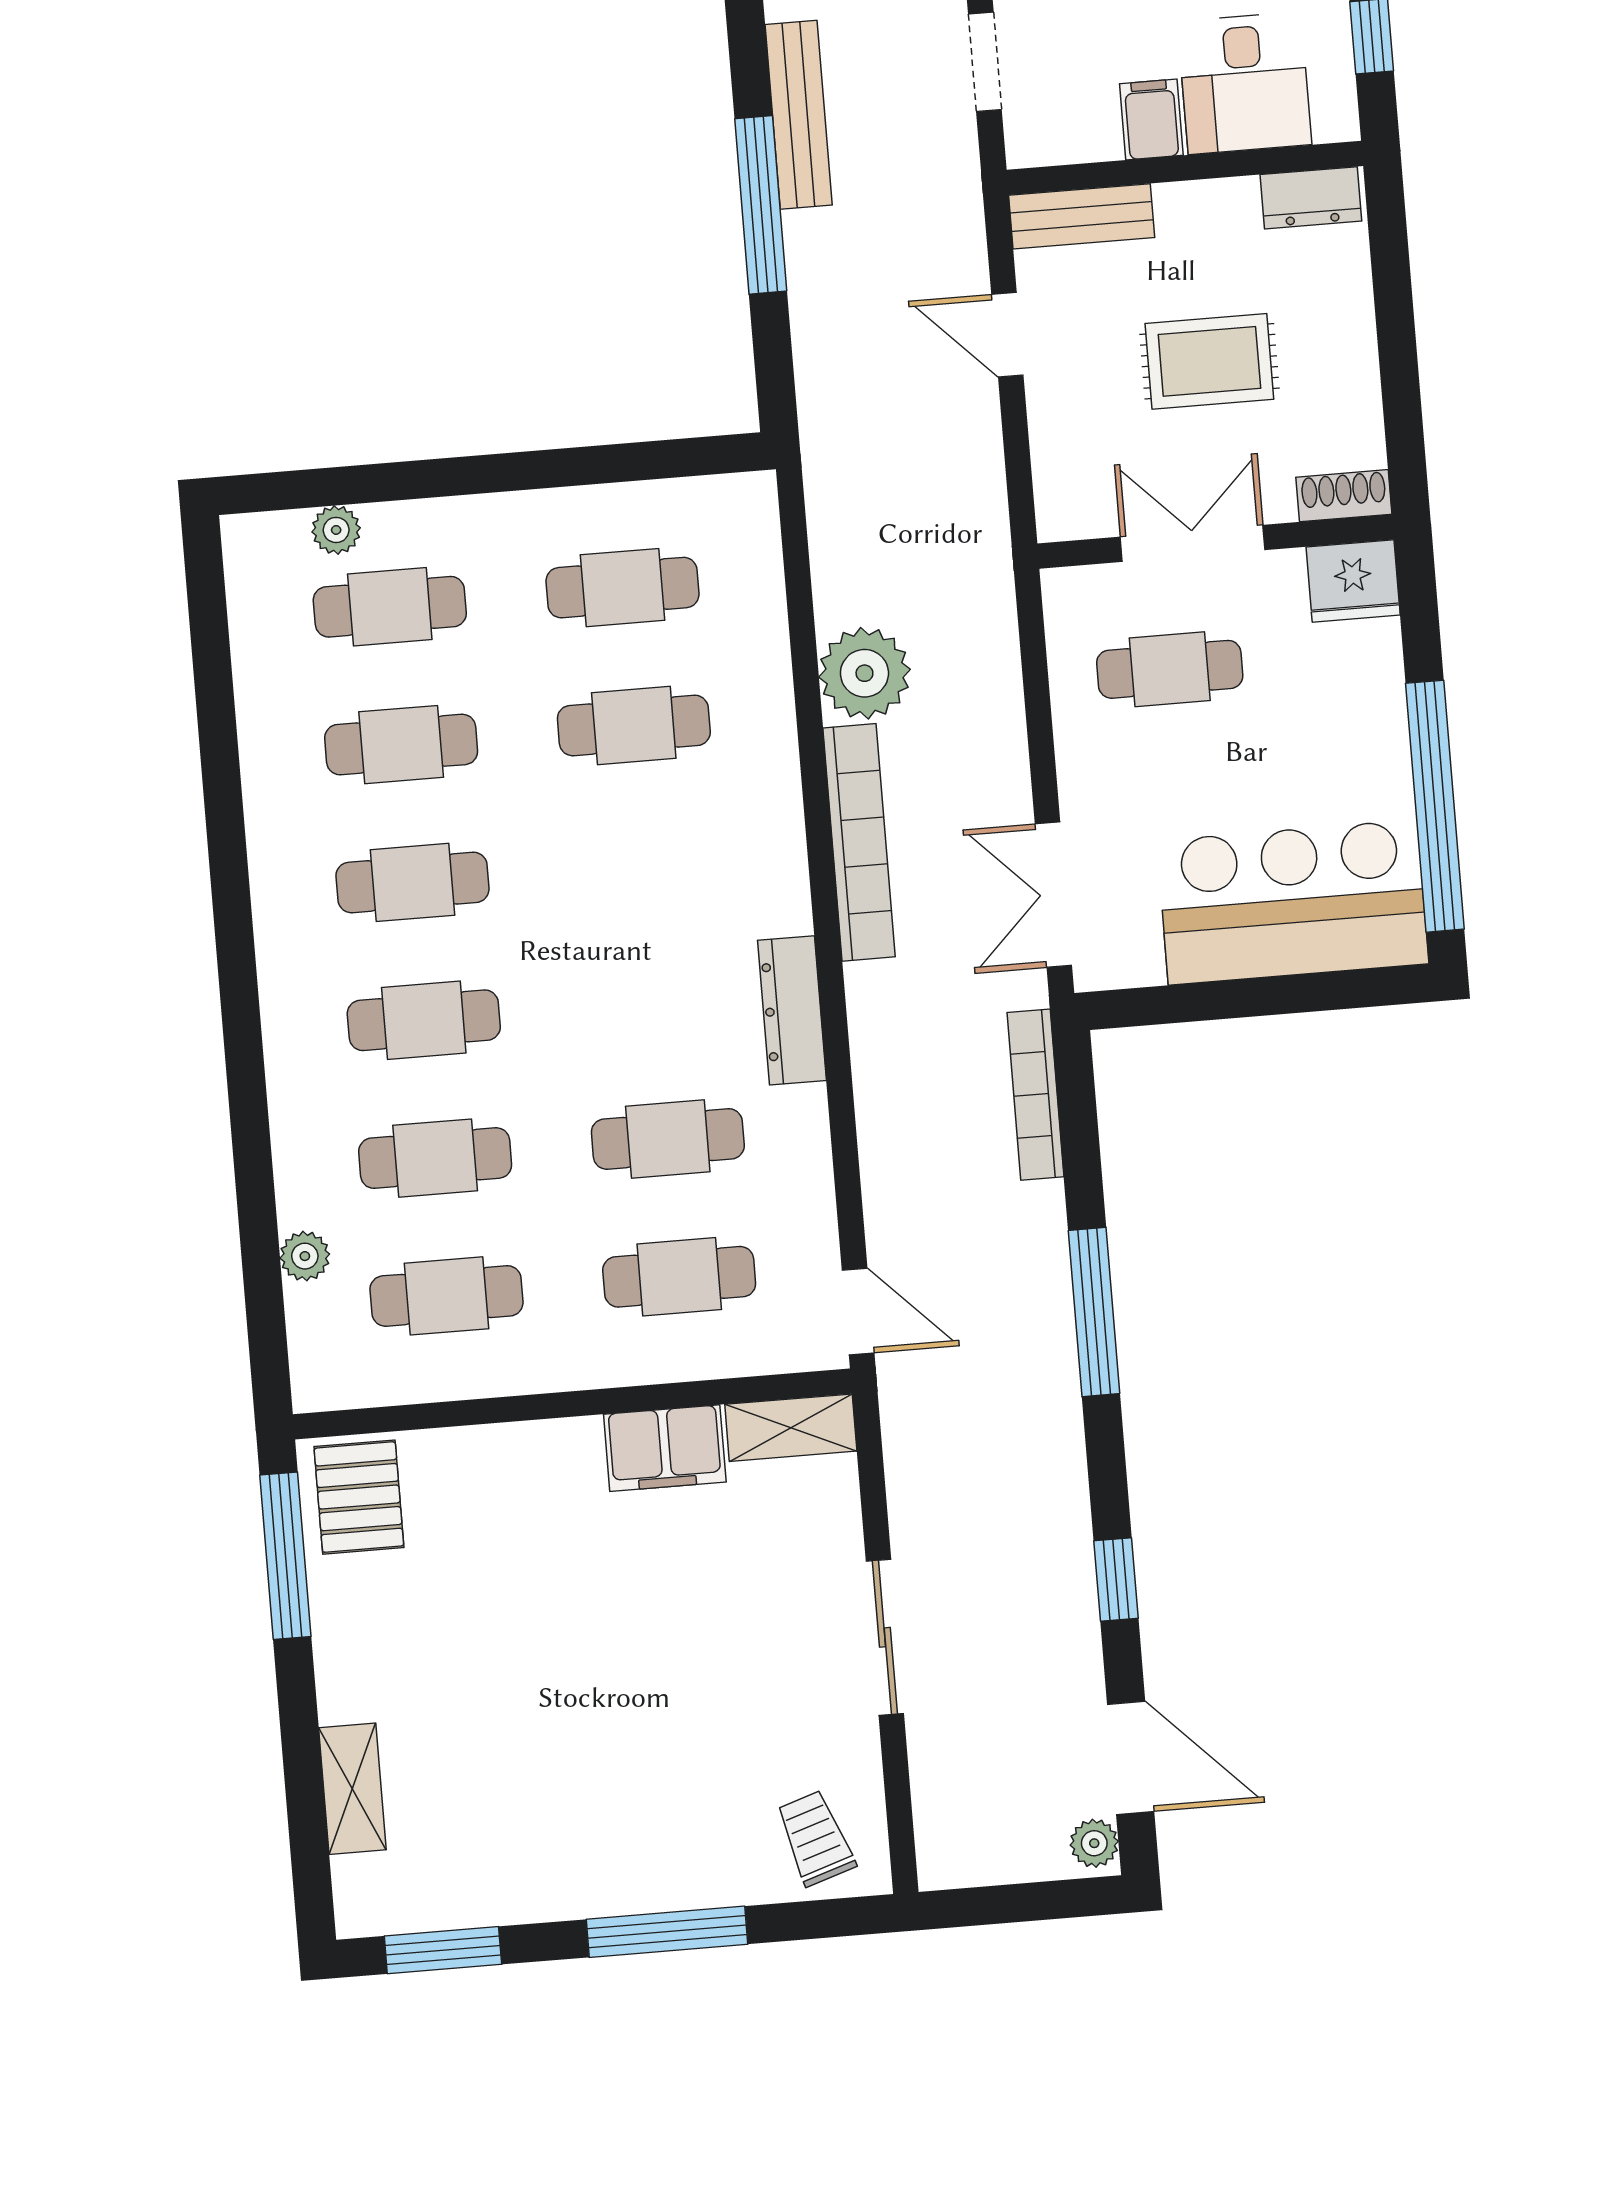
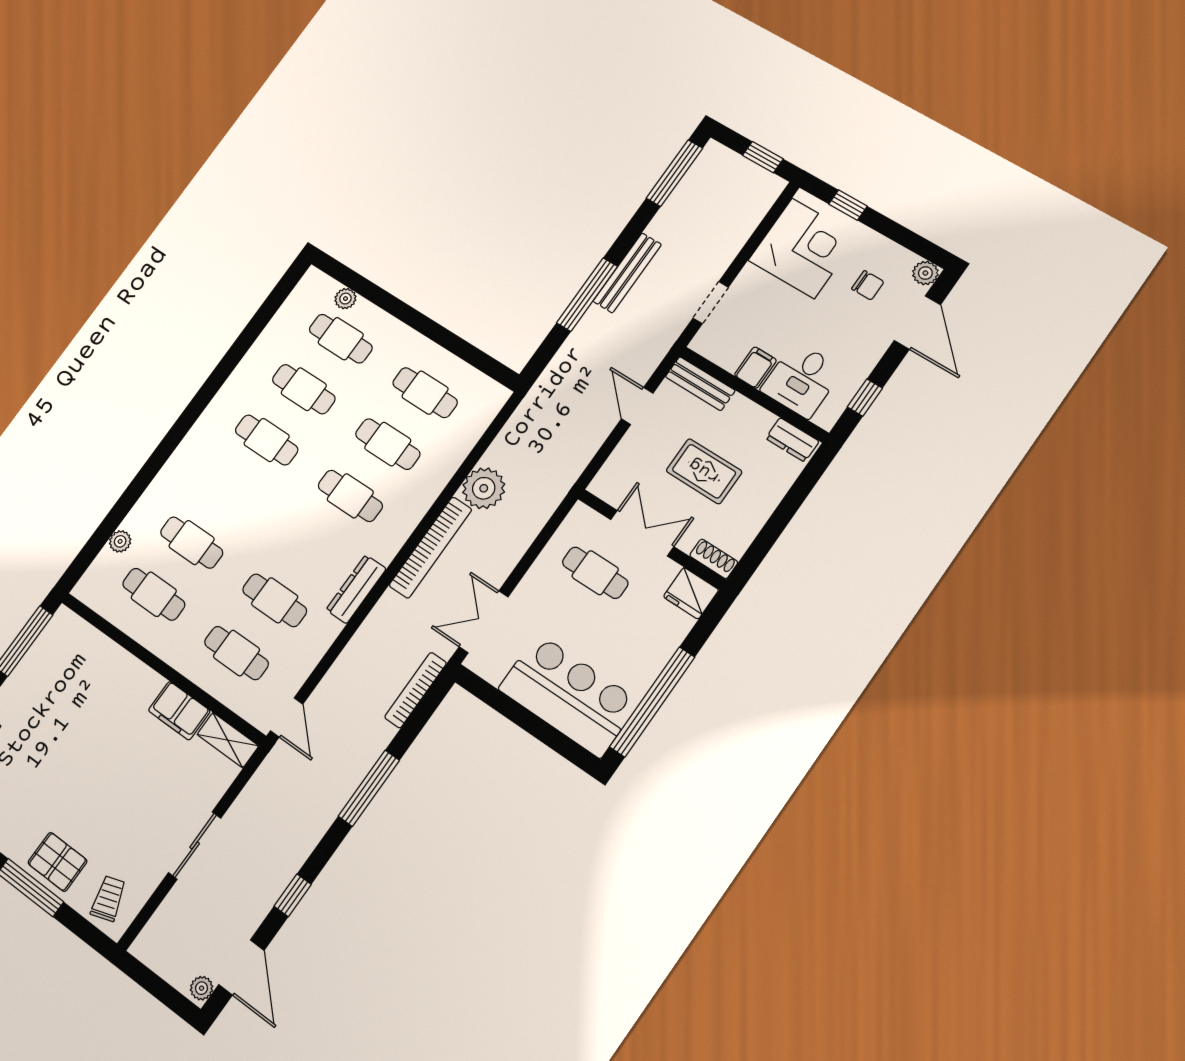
cafe table: (424, 1020) -> (350, 496), moved
pallet: (359, 1497) -> (57, 862), moved, turned 90

